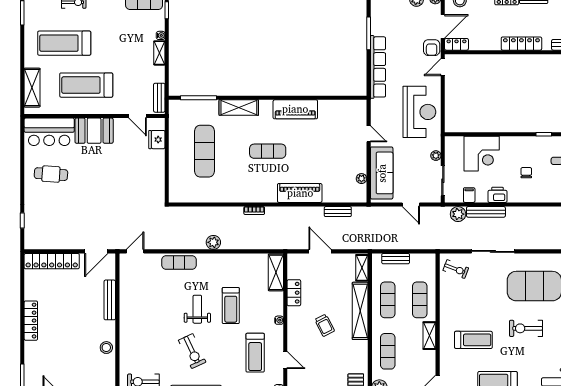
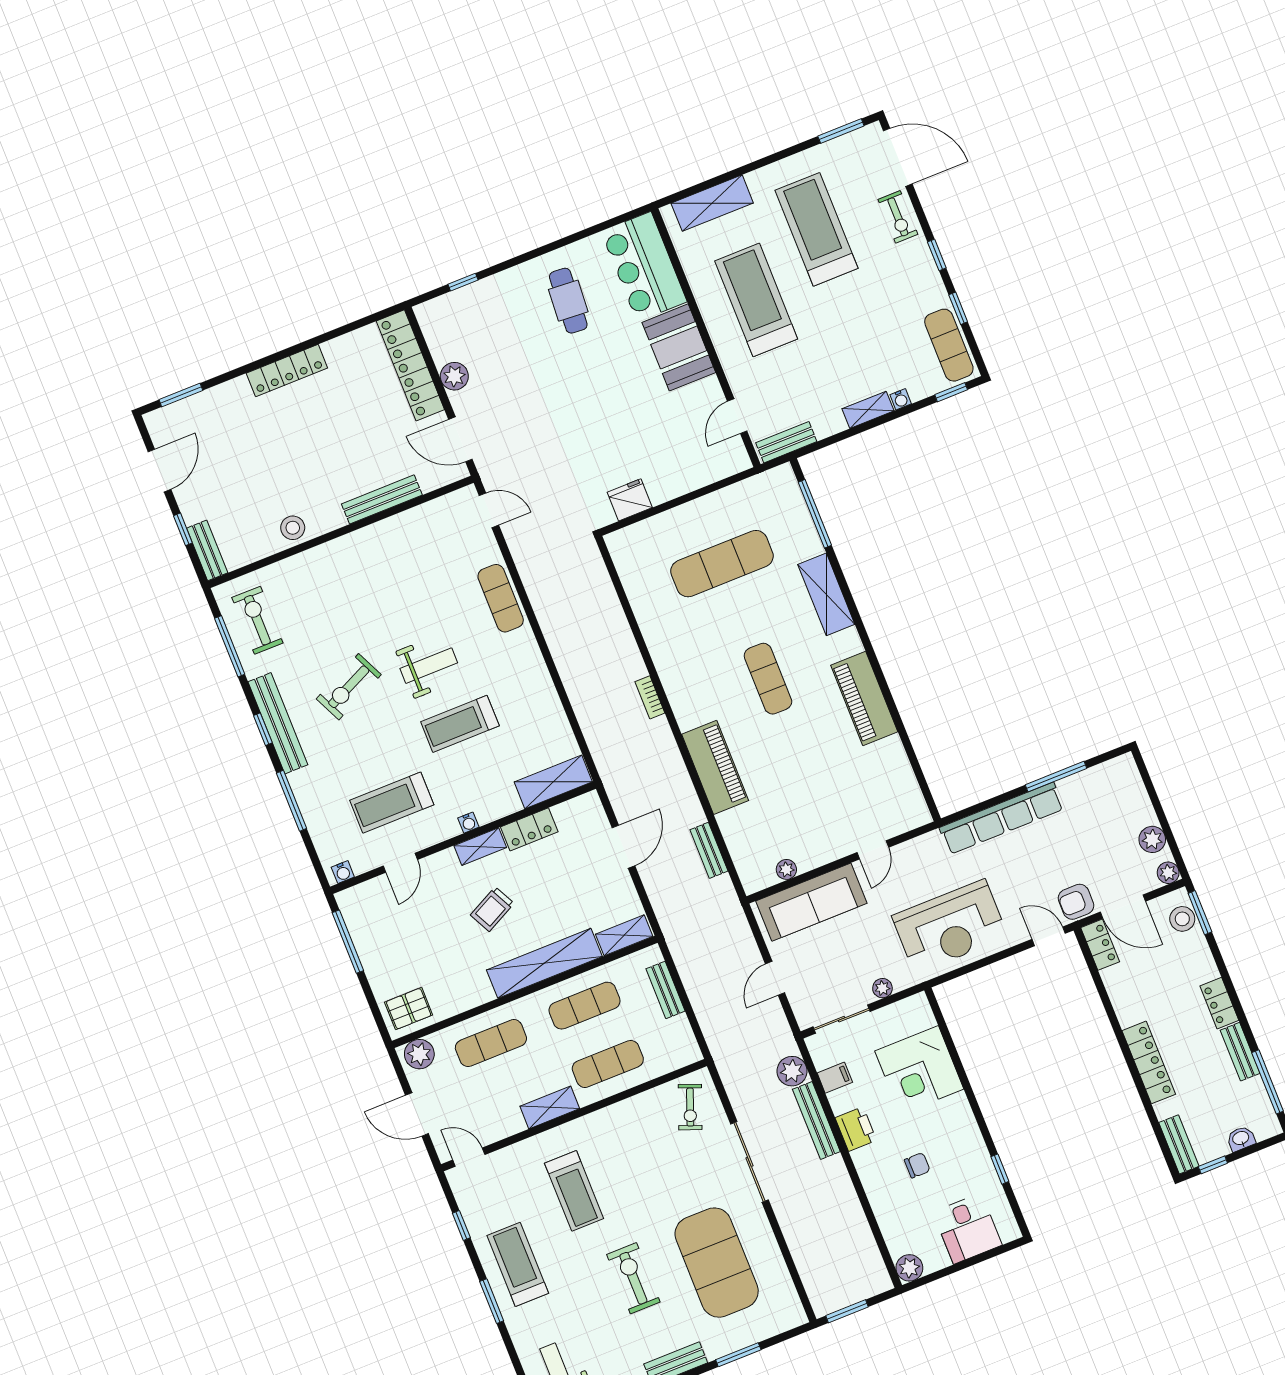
fridge: (157, 140) -> (630, 500), moved
plant: (213, 242) -> (454, 376), moved
shelving: (293, 319) -> (480, 847), added

